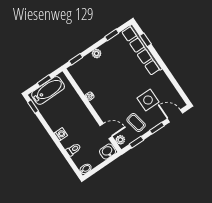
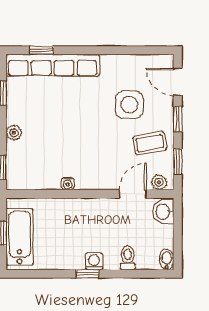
window: (33, 107) -> (88, 274), moved
door: (175, 116) -> (178, 82), hinge flipped

